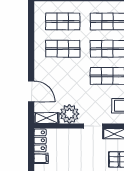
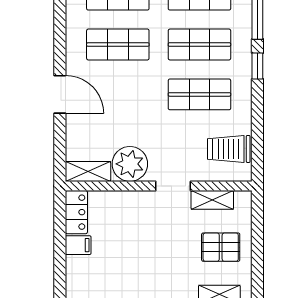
door: (31, 91) -> (60, 94), moved

